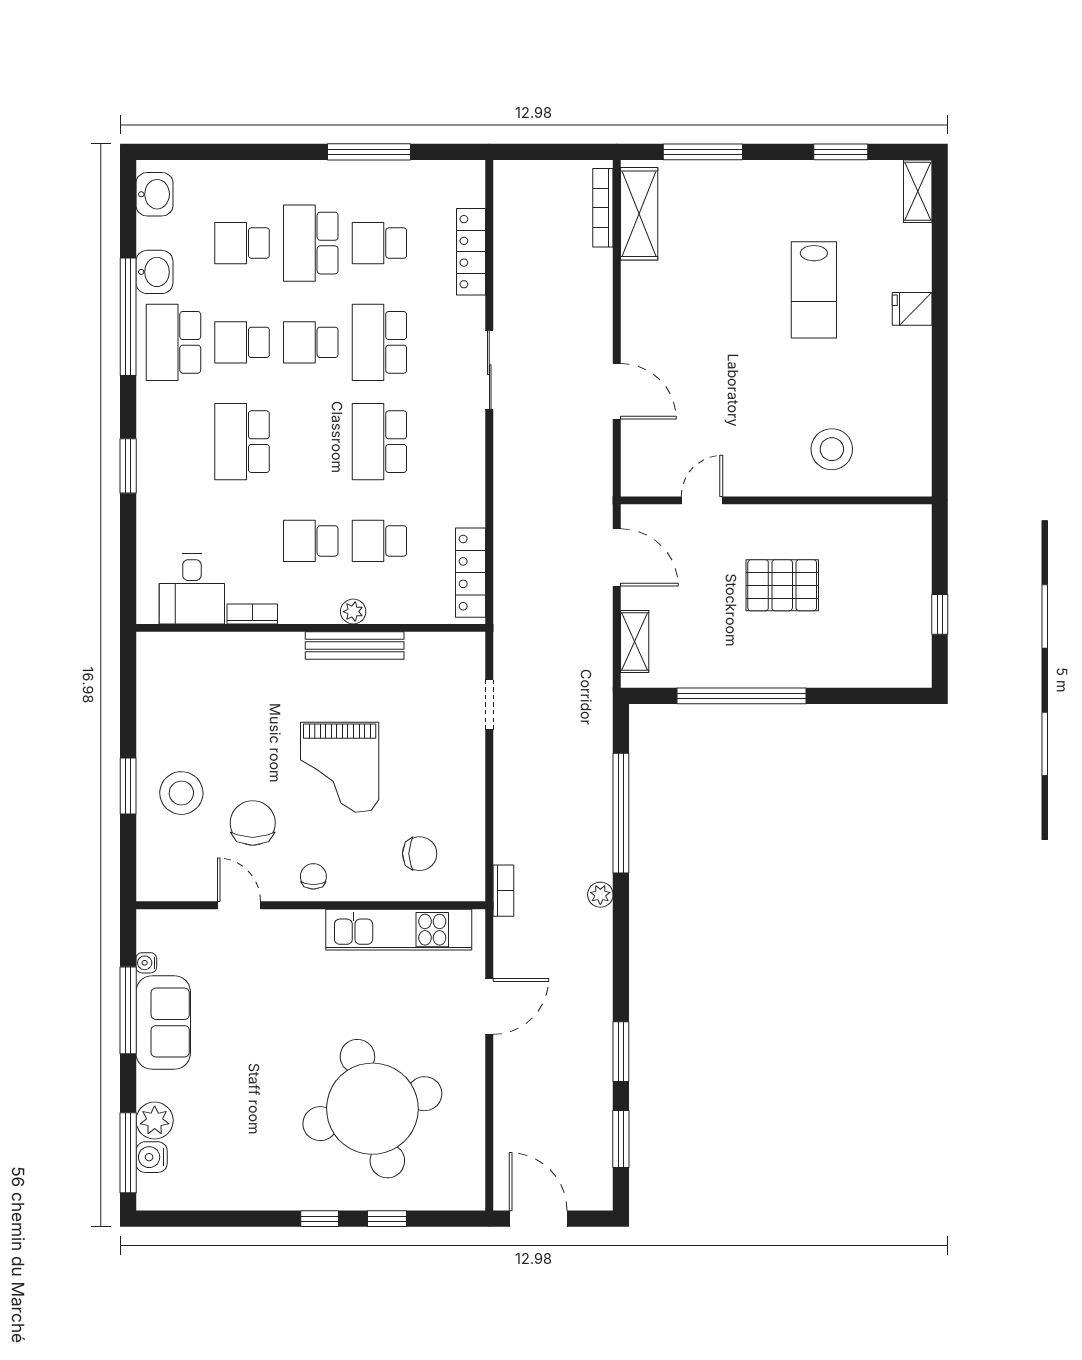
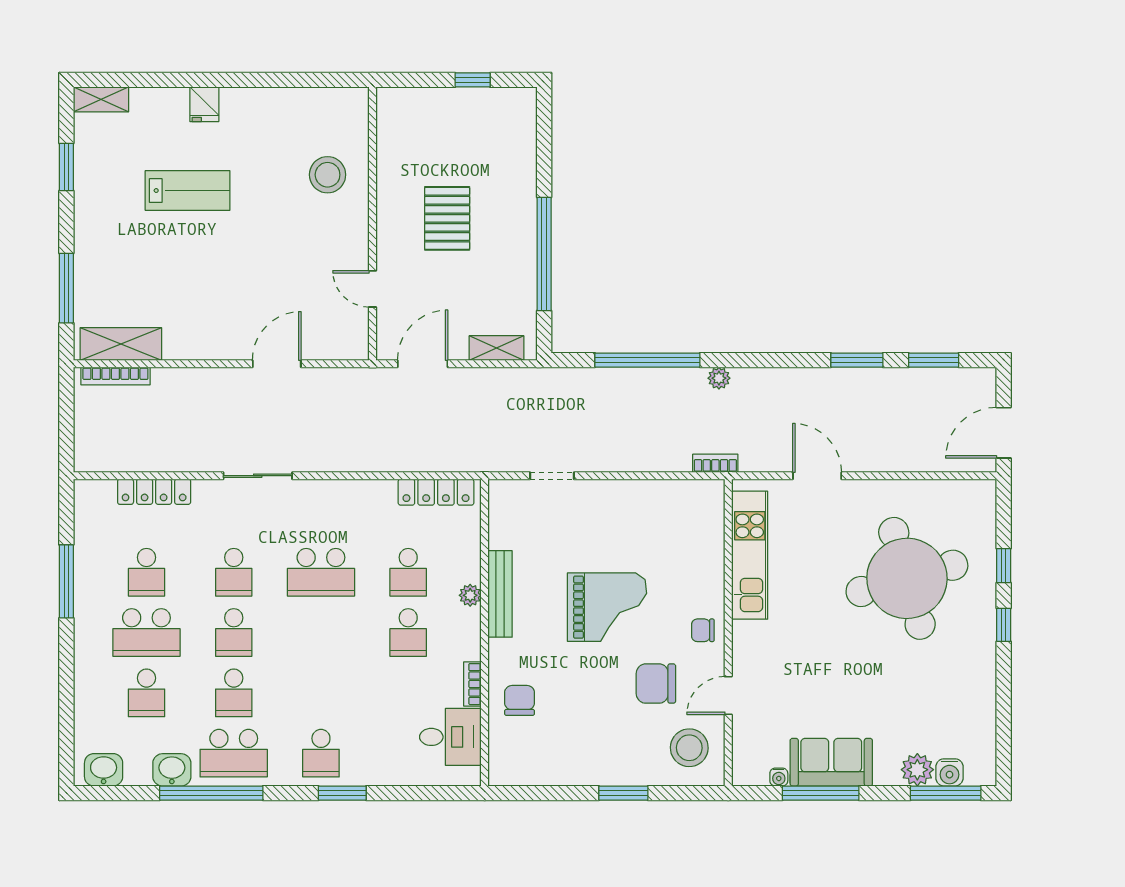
school desk: (379, 342) -> (234, 572), width x0.54
school desk: (242, 442) -> (321, 753), moved, width x0.54
stool: (181, 793) -> (689, 748), moved
chair: (420, 854) -> (520, 700), moved

